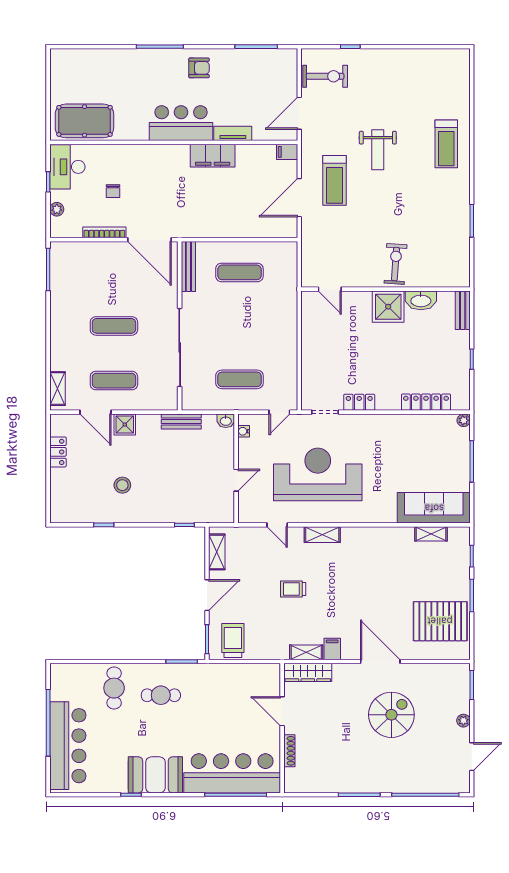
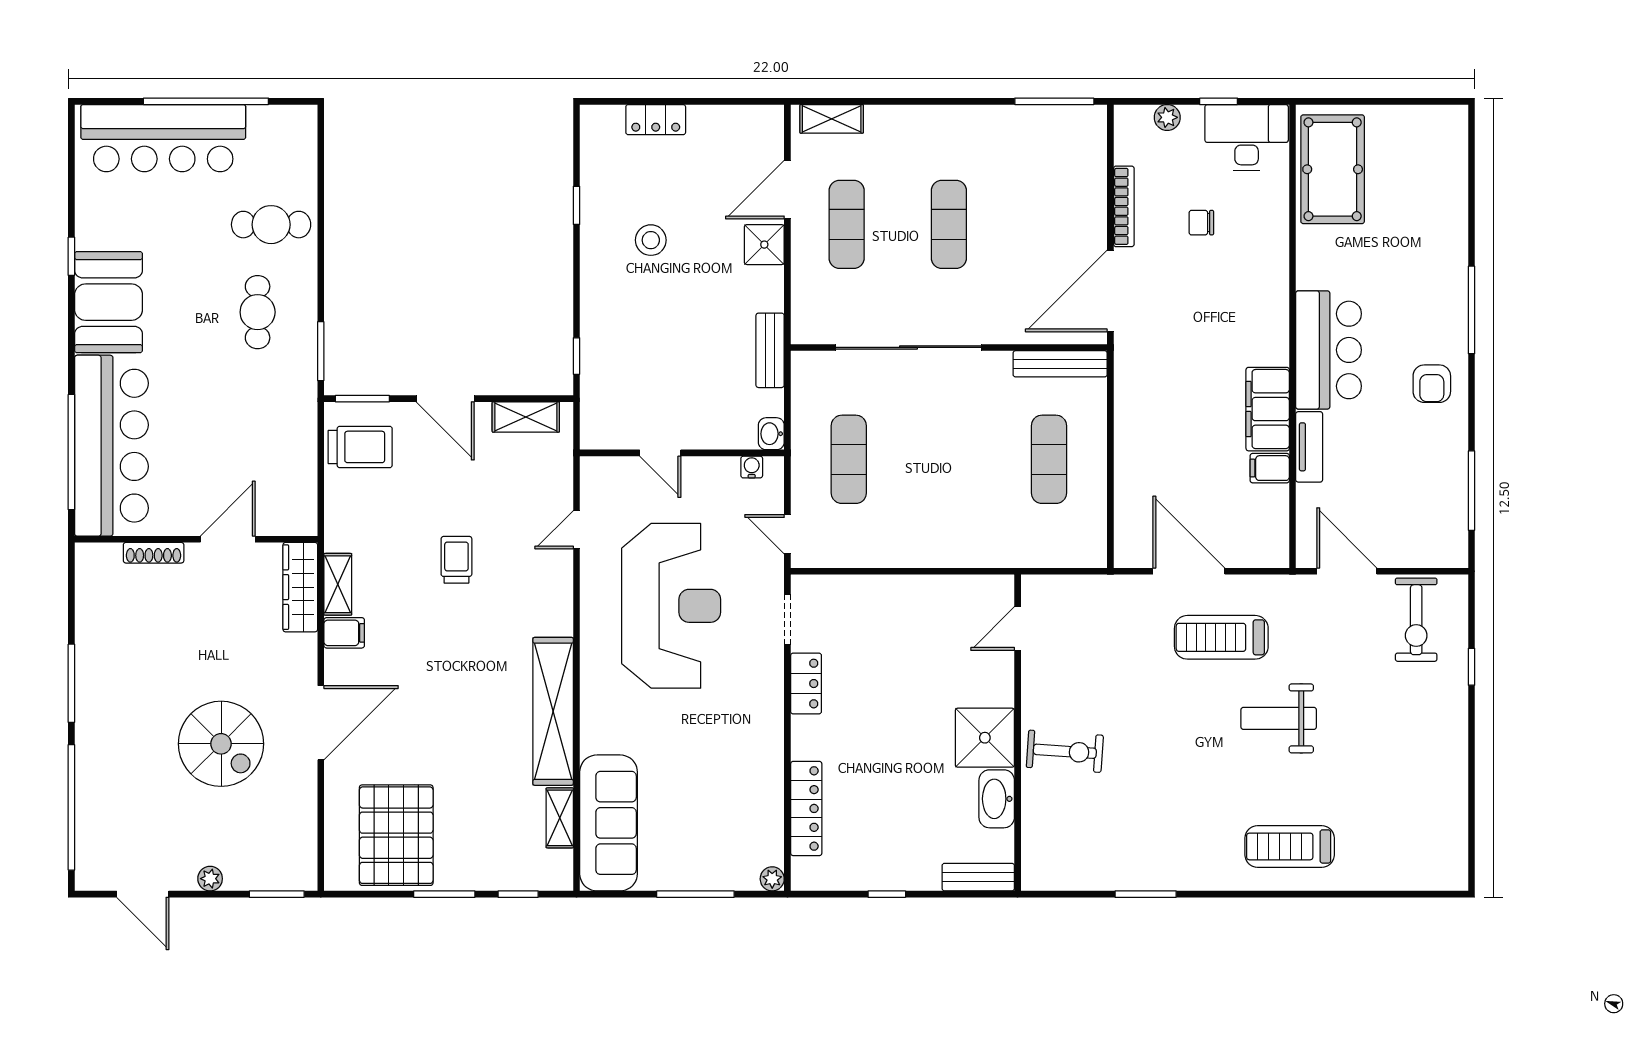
filing cabinet: (287, 152) -> (1270, 468), moved, turned -90
locker: (58, 452) -> (656, 120), moved
shelving: (322, 535) -> (553, 711), moved, width x2.20, depth x1.33

